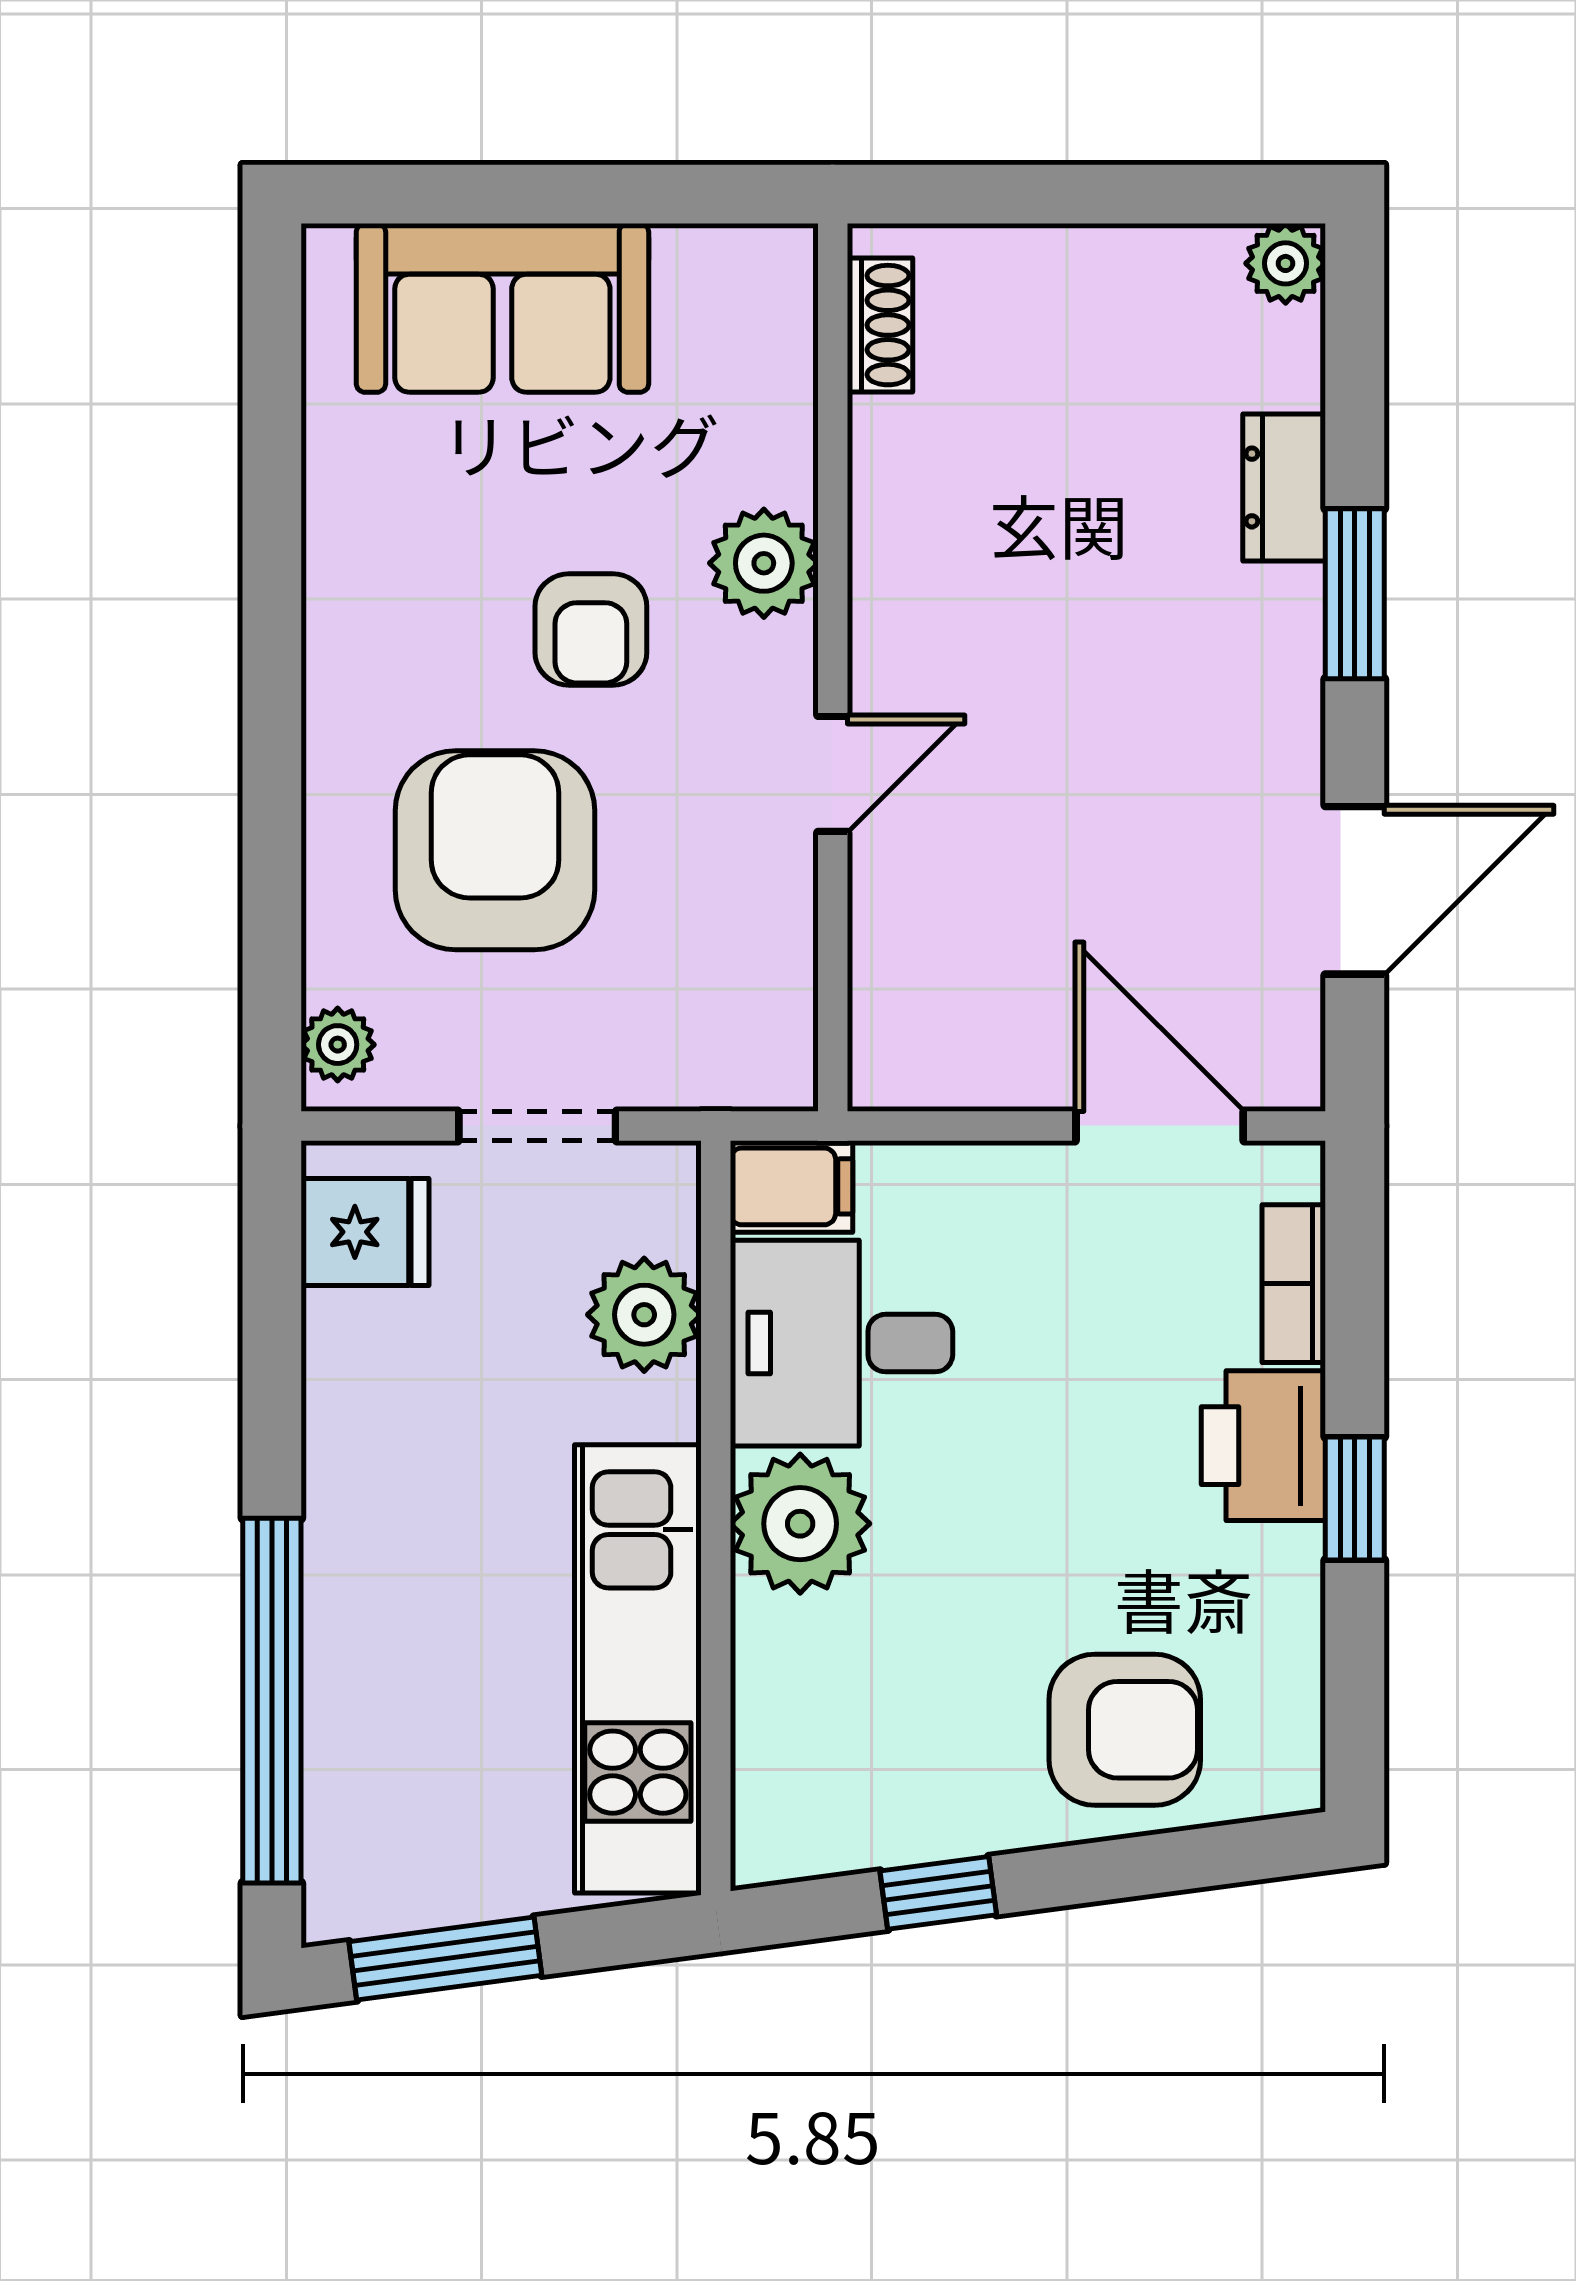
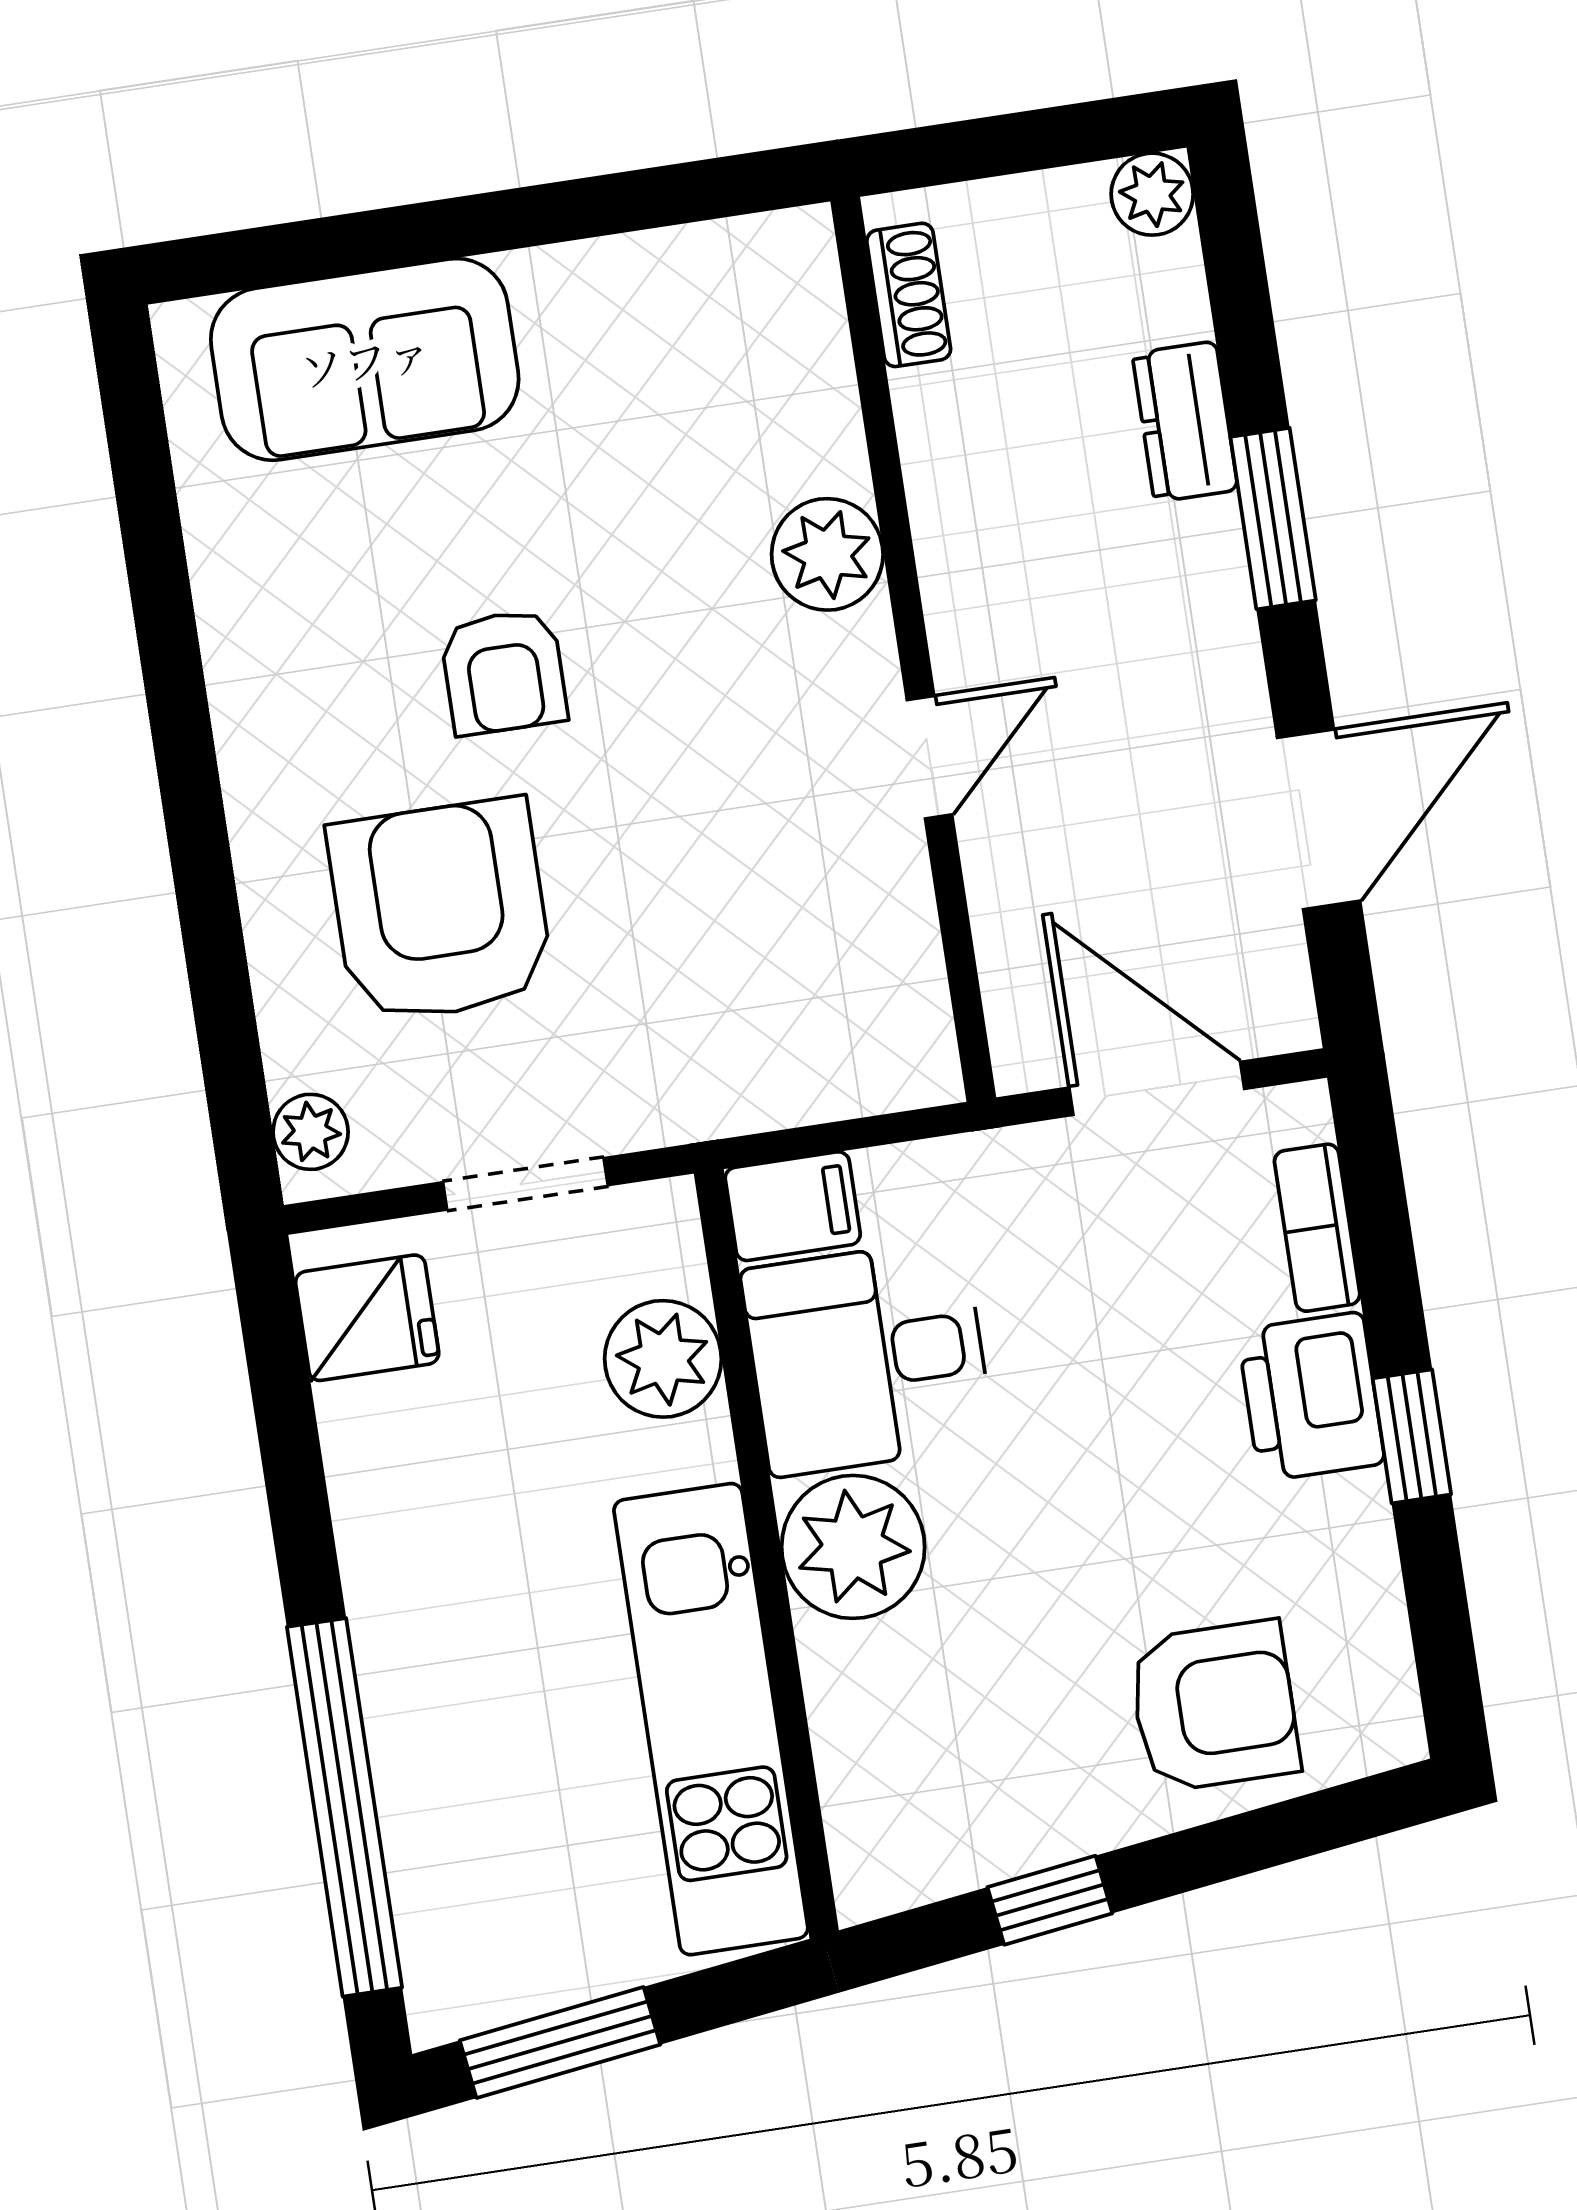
shoe rack: (880, 325) -> (909, 295), moved
plant: (764, 563) -> (827, 554), moved
wall: (833, 667) -> (913, 649), moved
door: (833, 774) -> (930, 757), moved

